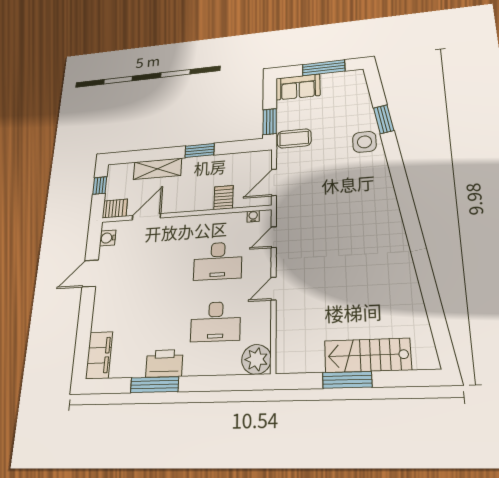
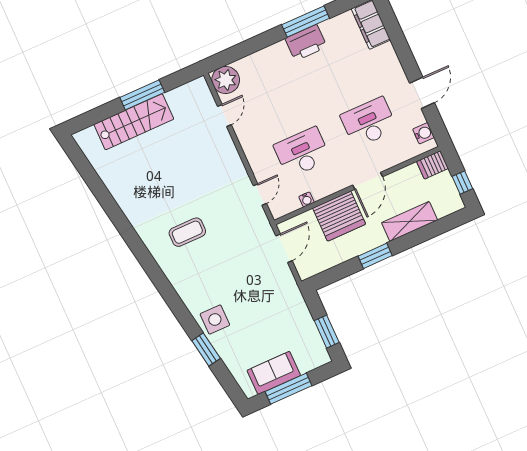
sofa: (298, 87) -> (274, 373), moved
window: (270, 122) -> (327, 332), moved
coffee table: (294, 138) -> (187, 232), moved
server rack: (224, 198) -> (339, 216), width x2.18, depth x1.44
water cooler: (253, 216) -> (306, 199), moved
door: (146, 217) -> (368, 181), moved
door: (274, 289) -> (224, 116), moved
desk: (216, 321) -> (369, 122), moved

